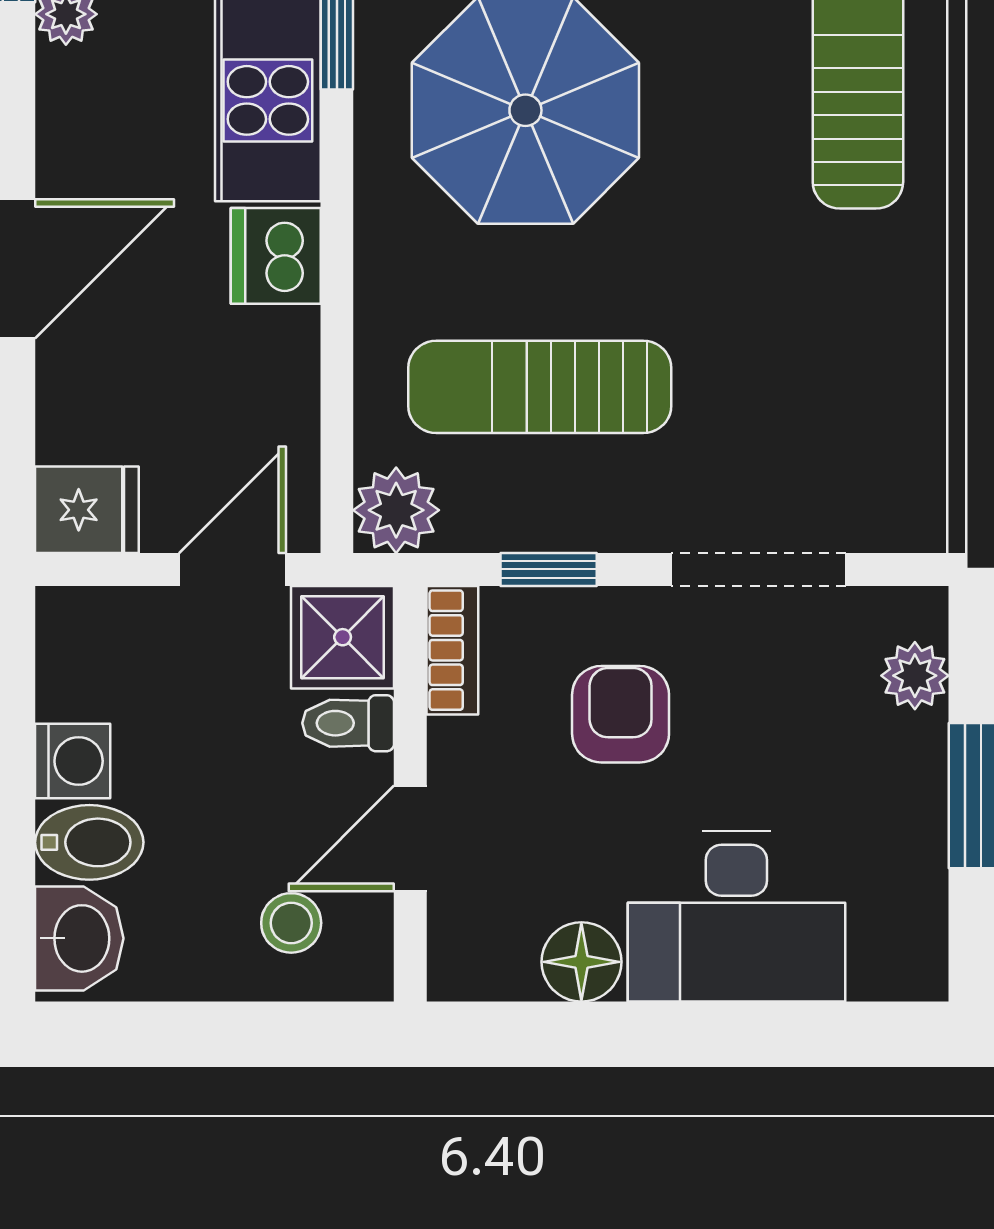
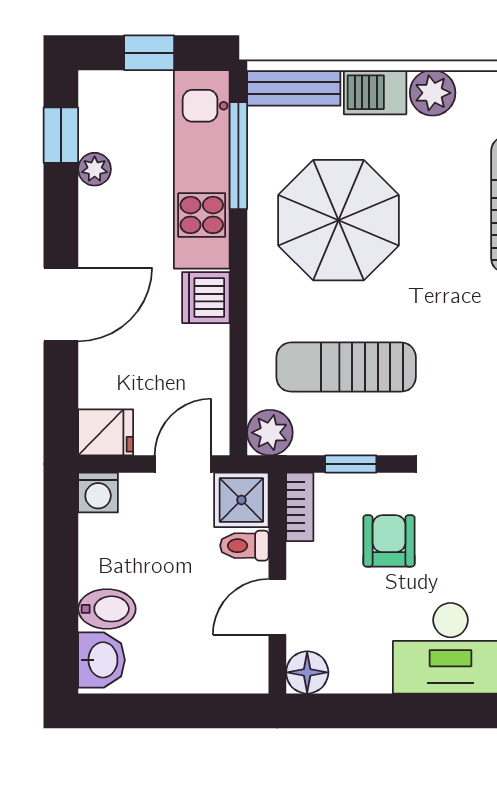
washing machine: (73, 761) -> (98, 493), moved, turned 90
stool: (291, 923) -> (214, 652), removed
floor lamp: (581, 962) -> (307, 672), moved

